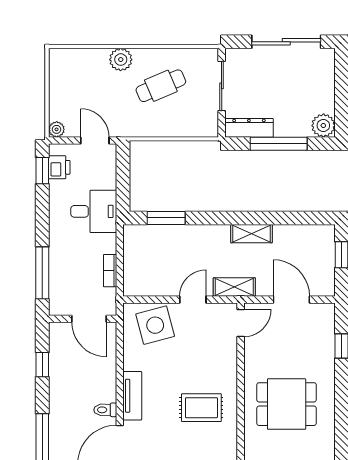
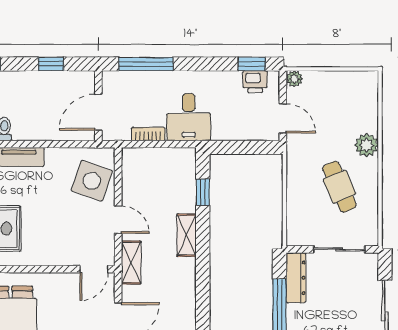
door: (95, 140) -> (283, 118), hinge flipped
desk: (94, 211) -> (189, 117), moved
window: (166, 218) -> (203, 192), width x0.67
shelving: (252, 234) -> (187, 235), moved
door: (241, 323) -> (94, 269), hinge flipped
side table: (155, 325) -> (92, 181), turned 34

